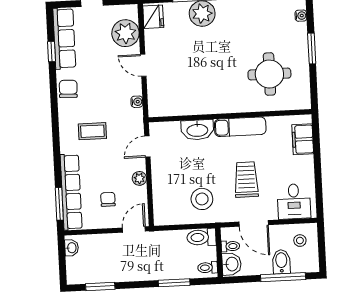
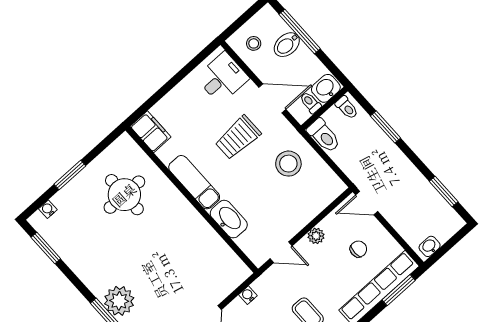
filing cabinet: (303, 139) -> (151, 132), moved, turned -90
chair: (108, 199) -> (358, 249), turned 180
door: (254, 223) -> (272, 98), hinge flipped

